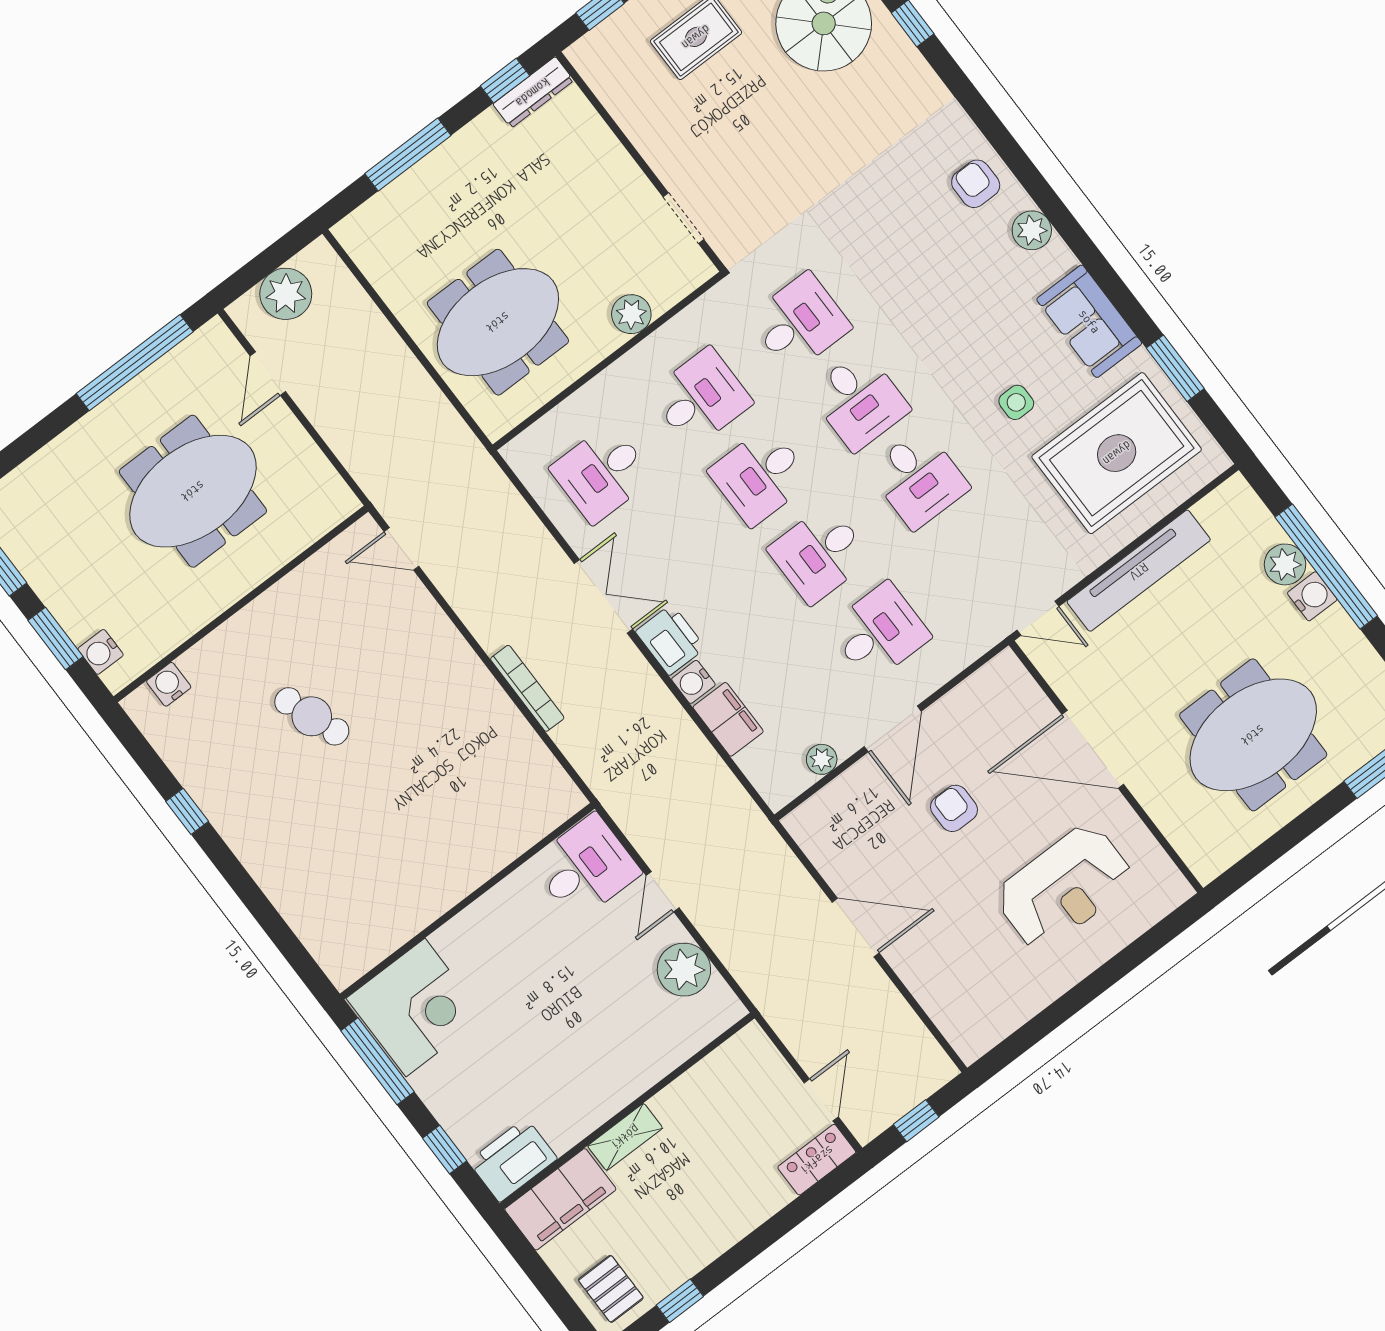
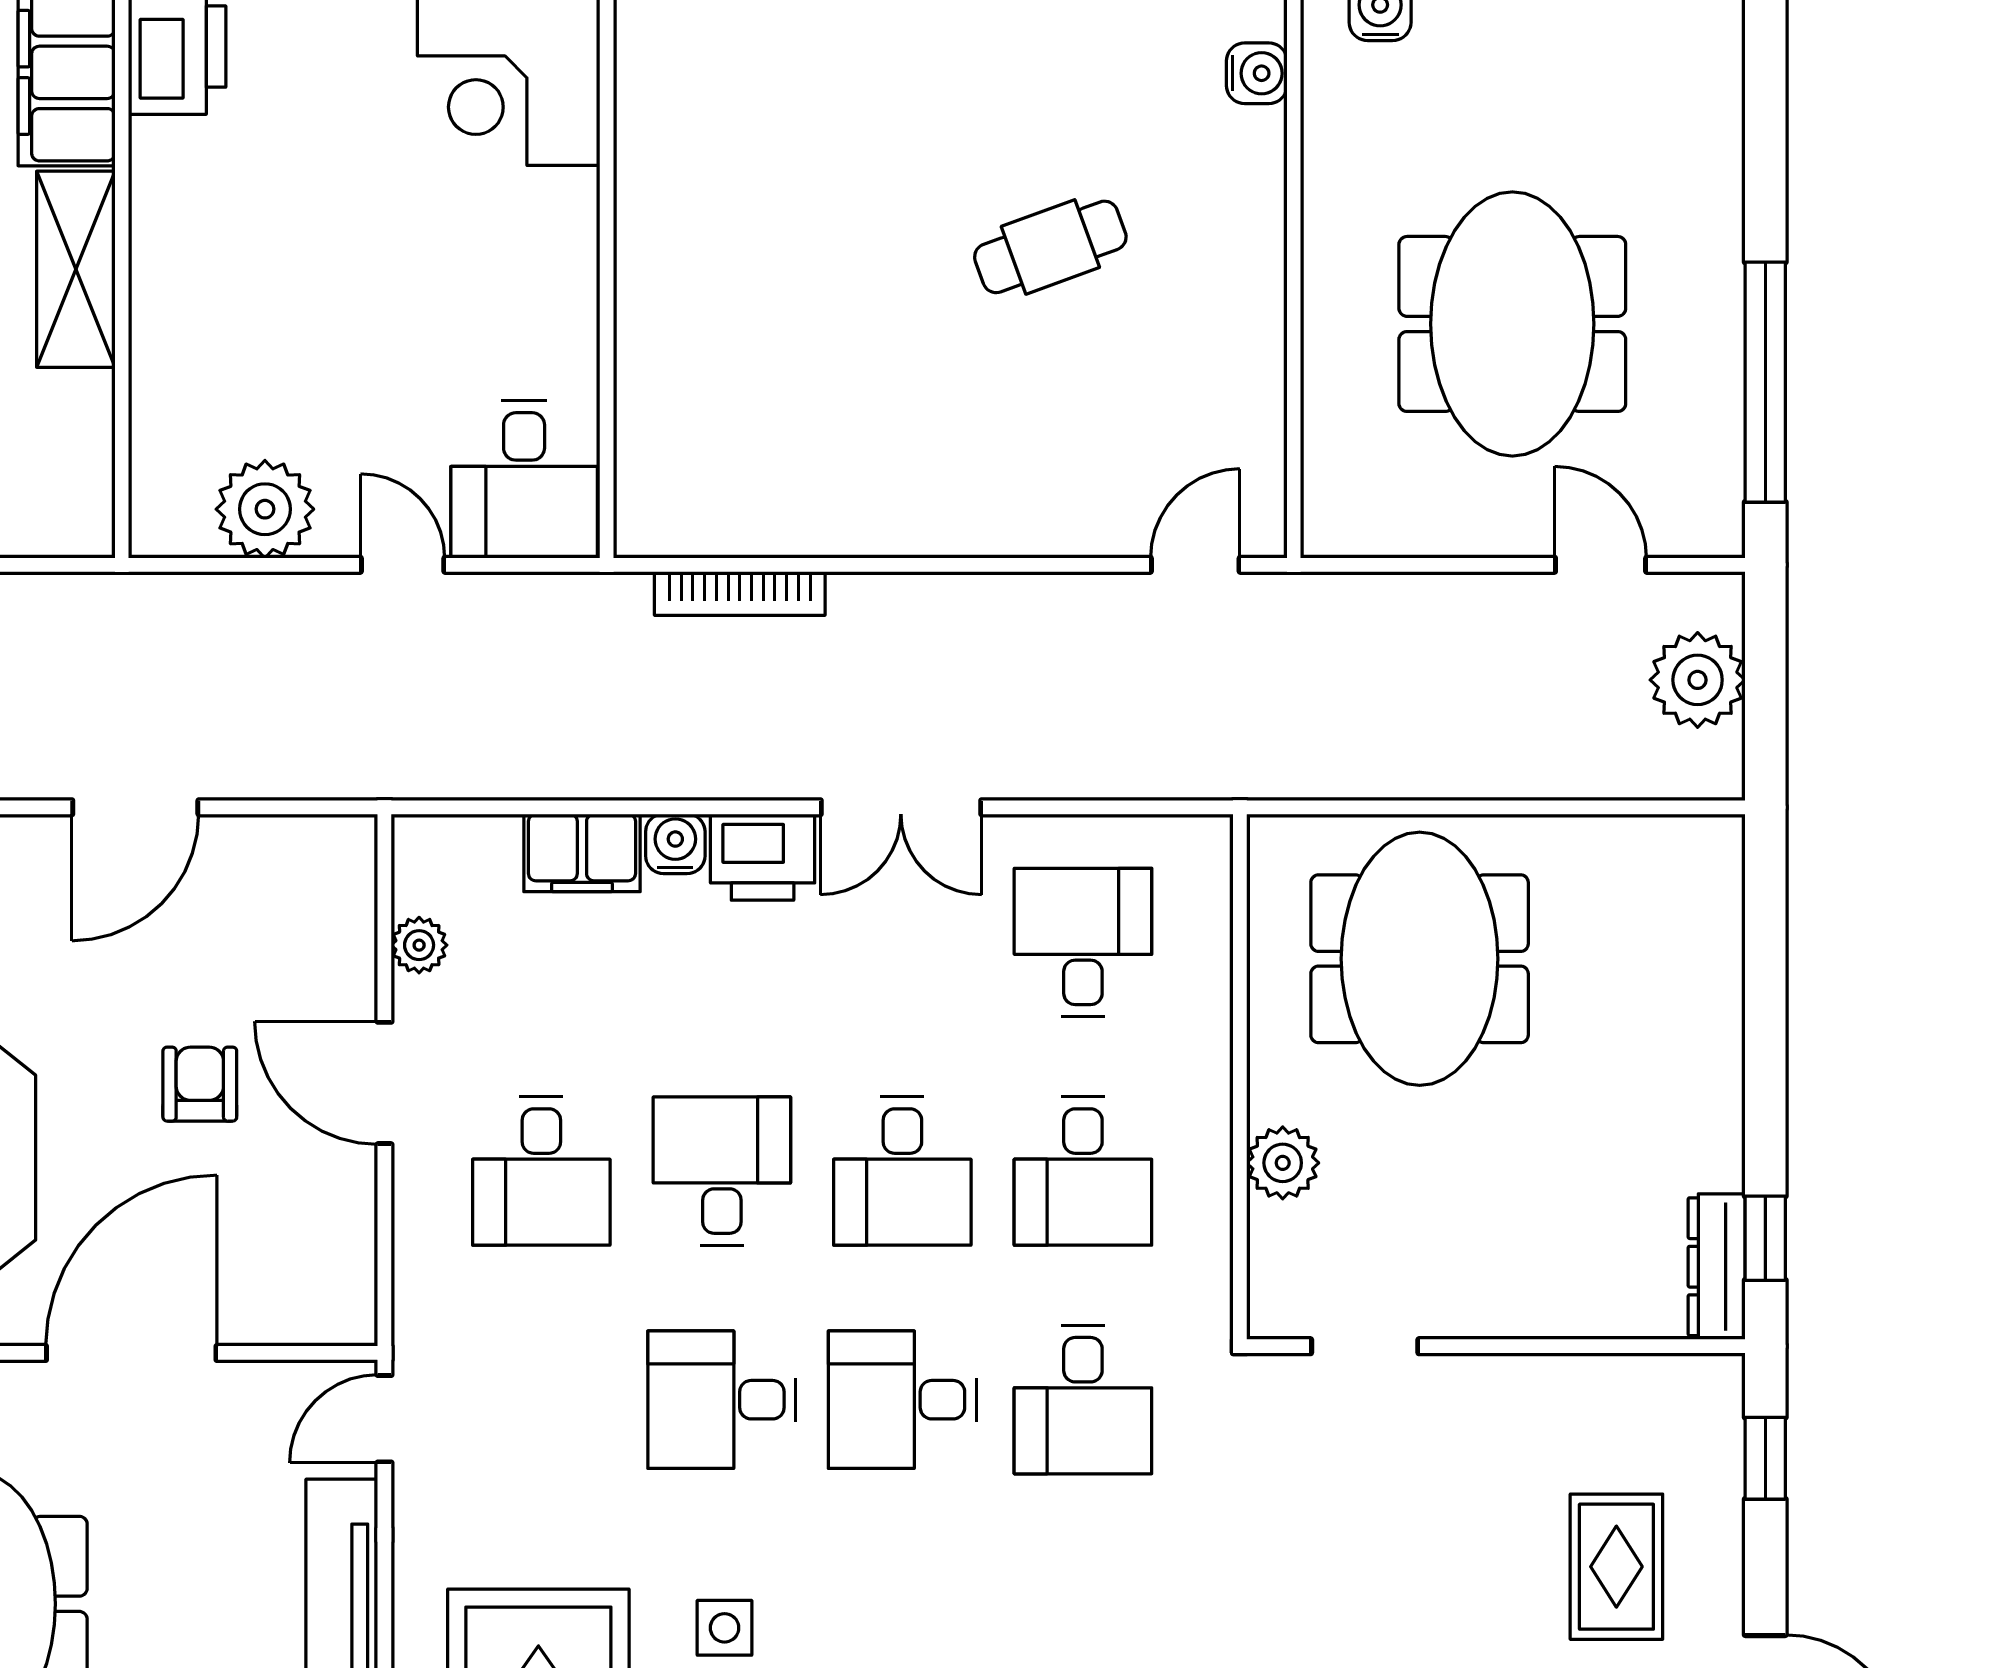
window: (408, 155) -> (1765, 1014), removed
desk: (760, 476) -> (902, 1171), turned 180
bookcase: (527, 688) -> (740, 593), moved
armchair: (954, 808) -> (200, 1084), turned -90
shelving: (625, 1137) -> (76, 269), width x1.50, depth x1.33

